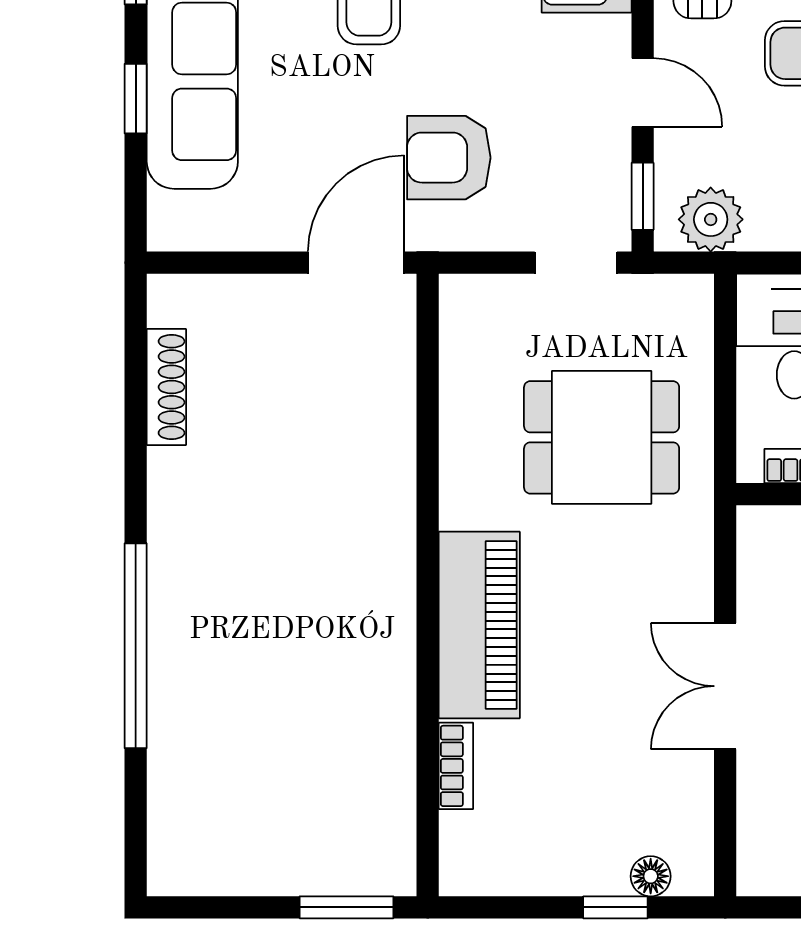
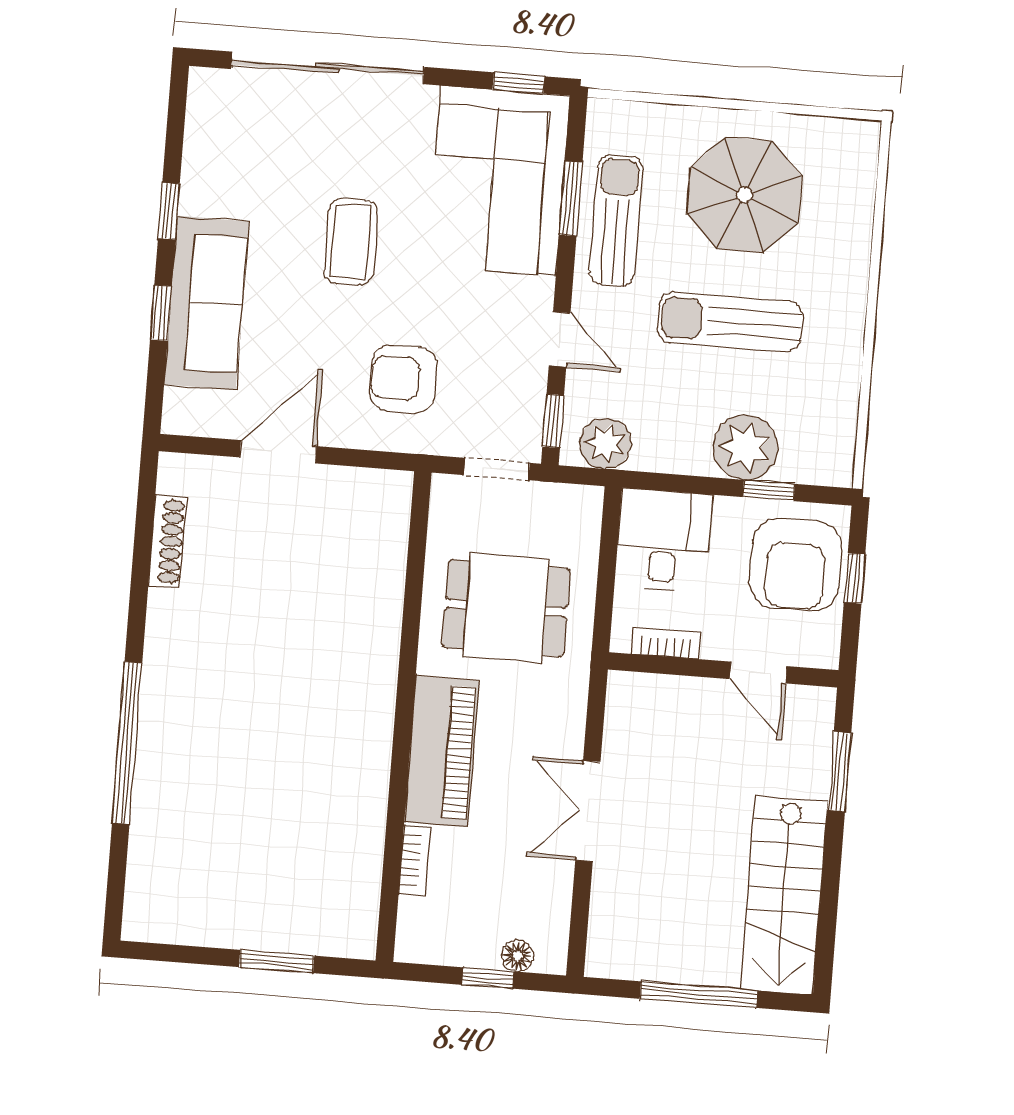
door: (356, 263) -> (278, 452), moved
wall: (428, 585) -> (404, 717), moved
piano: (479, 625) -> (442, 751), moved
bookcase: (456, 766) -> (415, 861), moved

